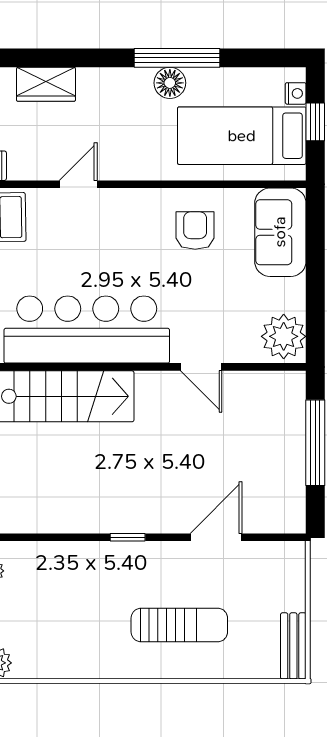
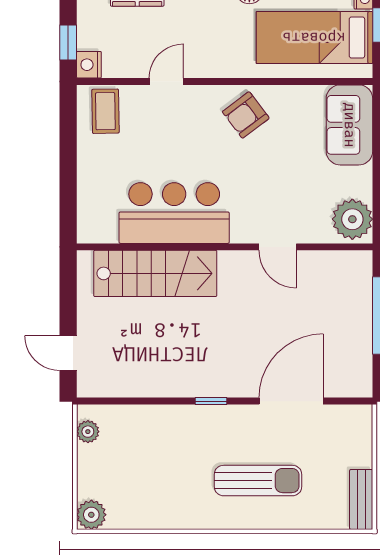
armchair: (195, 231) -> (246, 115), moved, turned -127
bar counter: (87, 330) -> (174, 213), width x0.73
door: (216, 537) -> (291, 401), width x1.36

